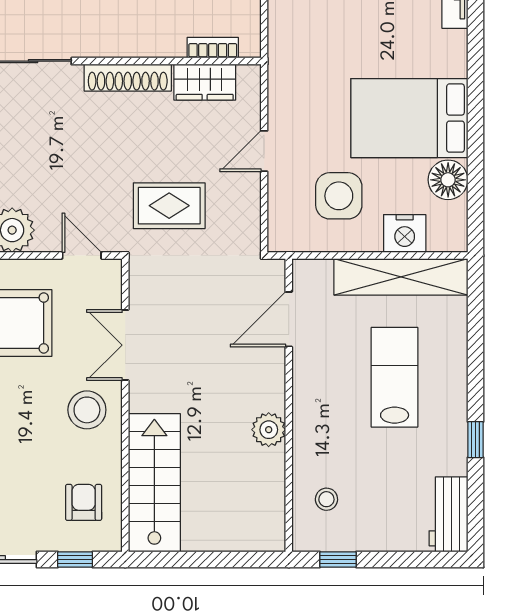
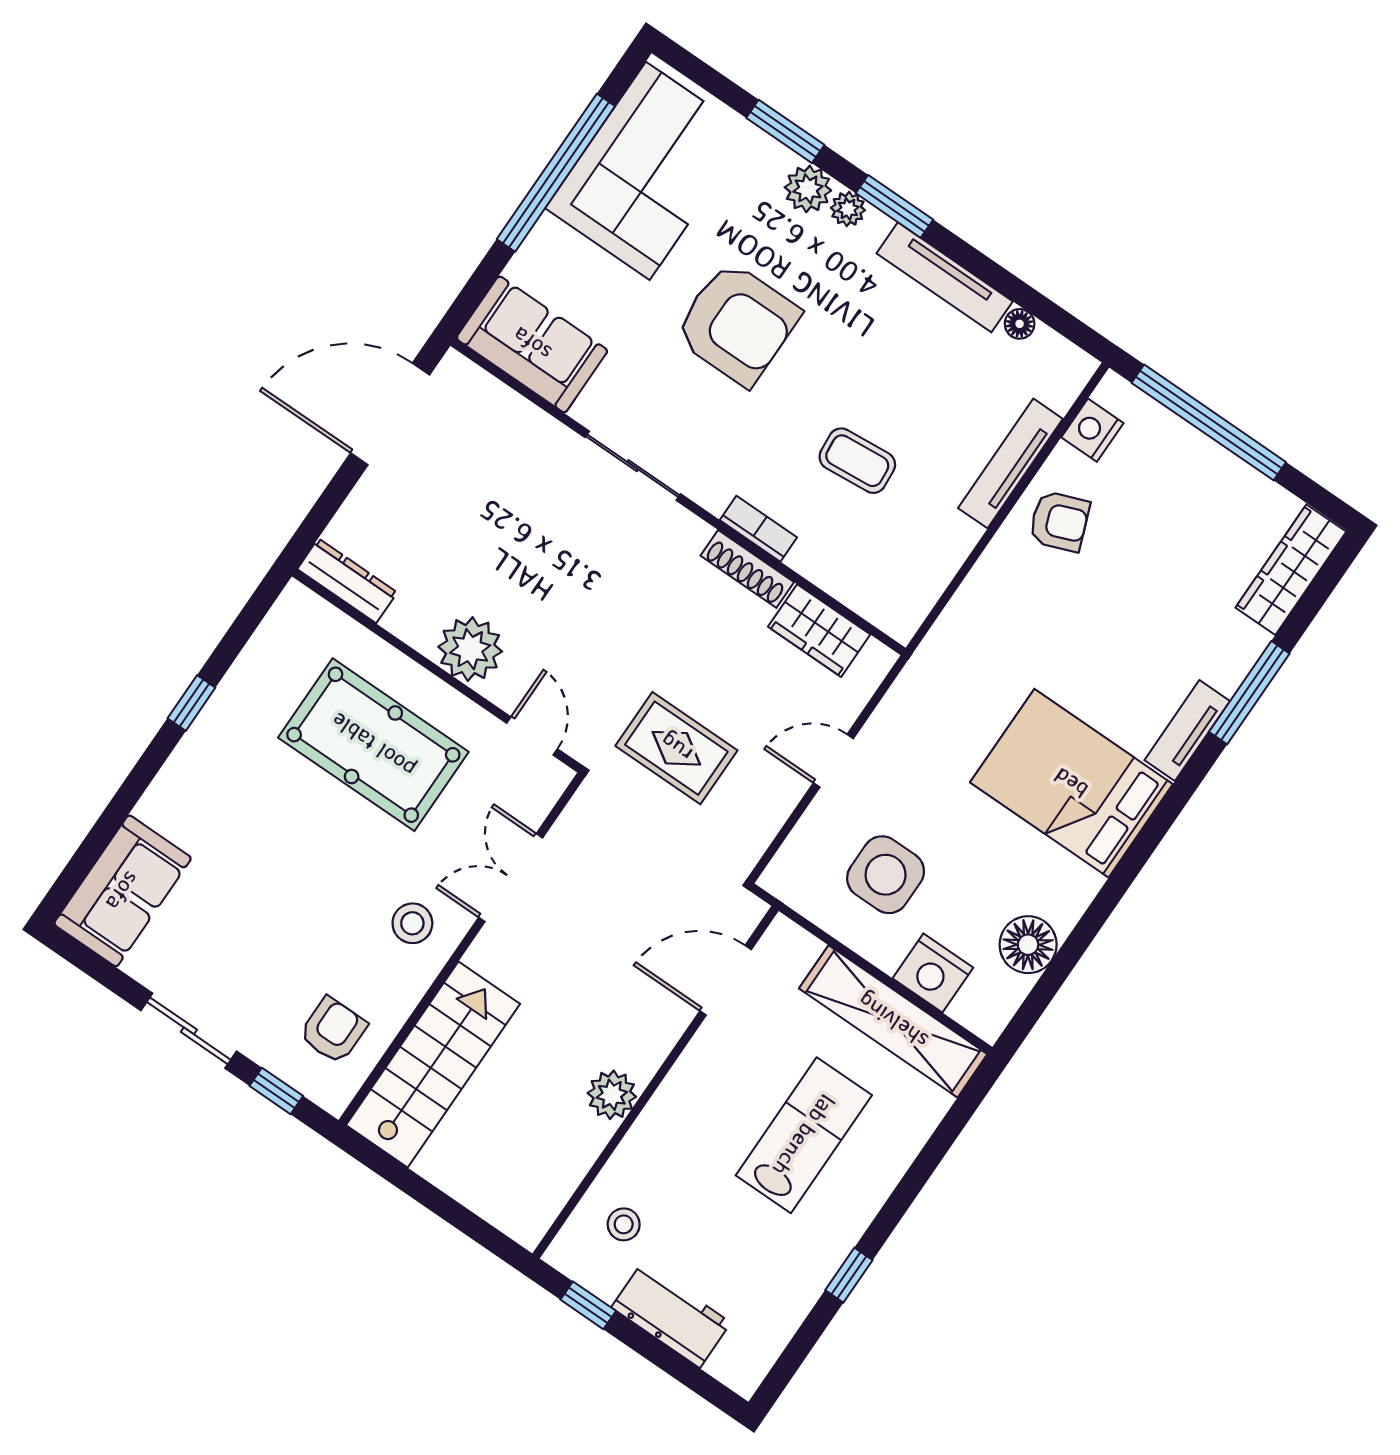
bookcase: (213, 48) -> (758, 529), moved
shoe rack: (128, 78) -> (747, 569), width x0.74, depth x0.81
bed: (409, 118) -> (1071, 783), moved
stool: (87, 410) -> (412, 923), width x0.73, depth x0.73
workbench: (448, 514) -> (671, 1315), moved, turned 90

